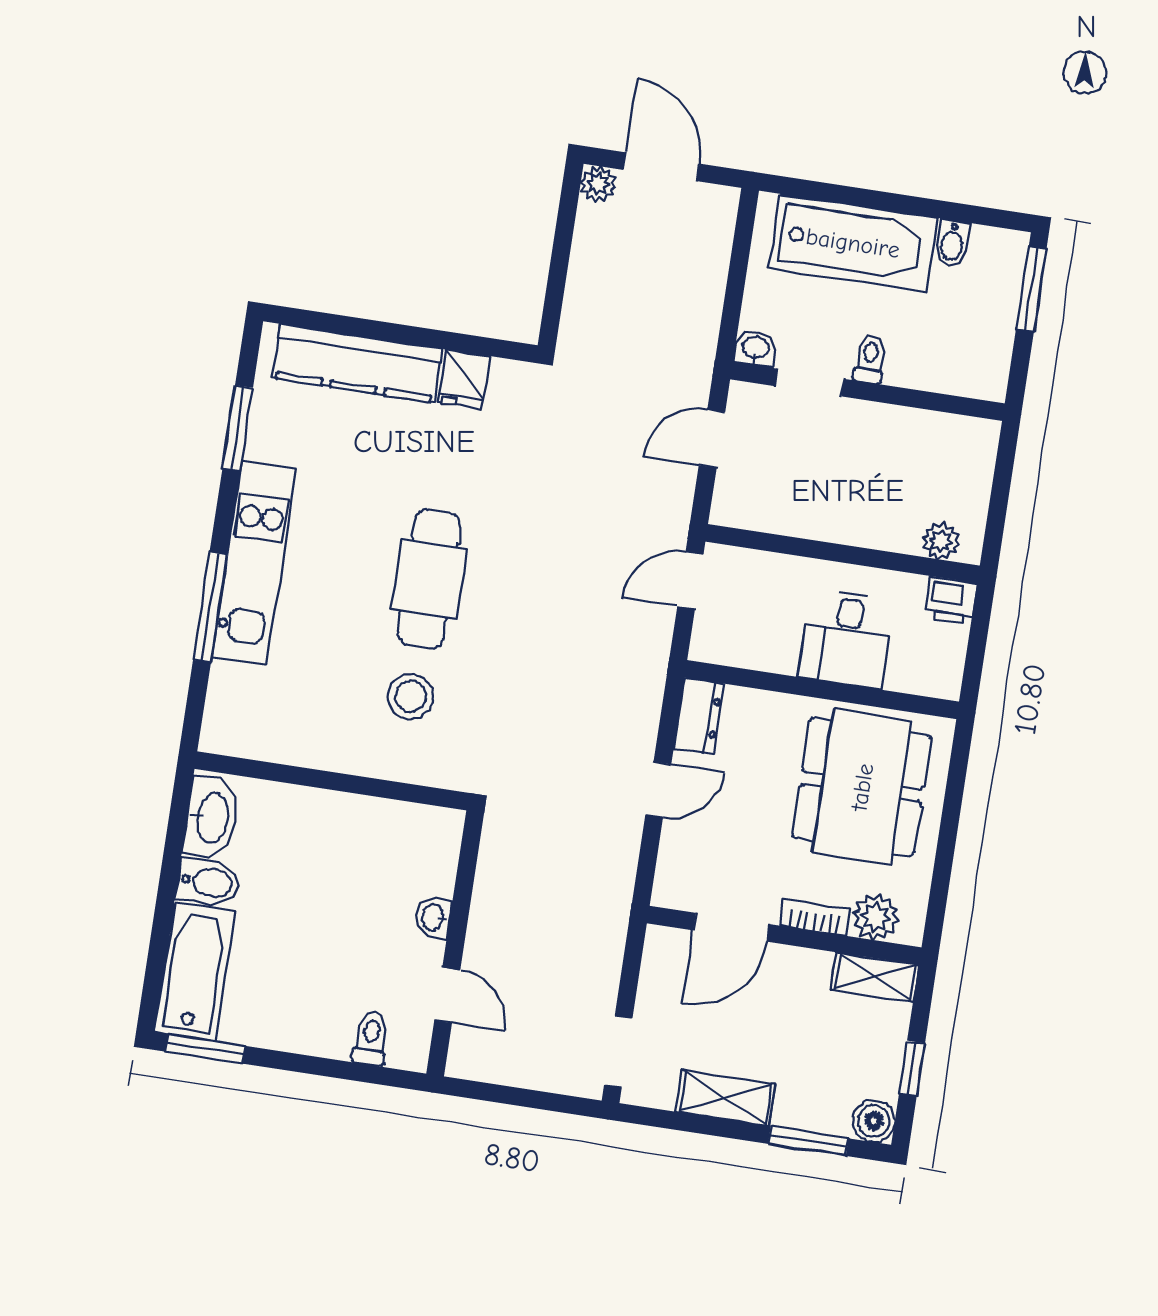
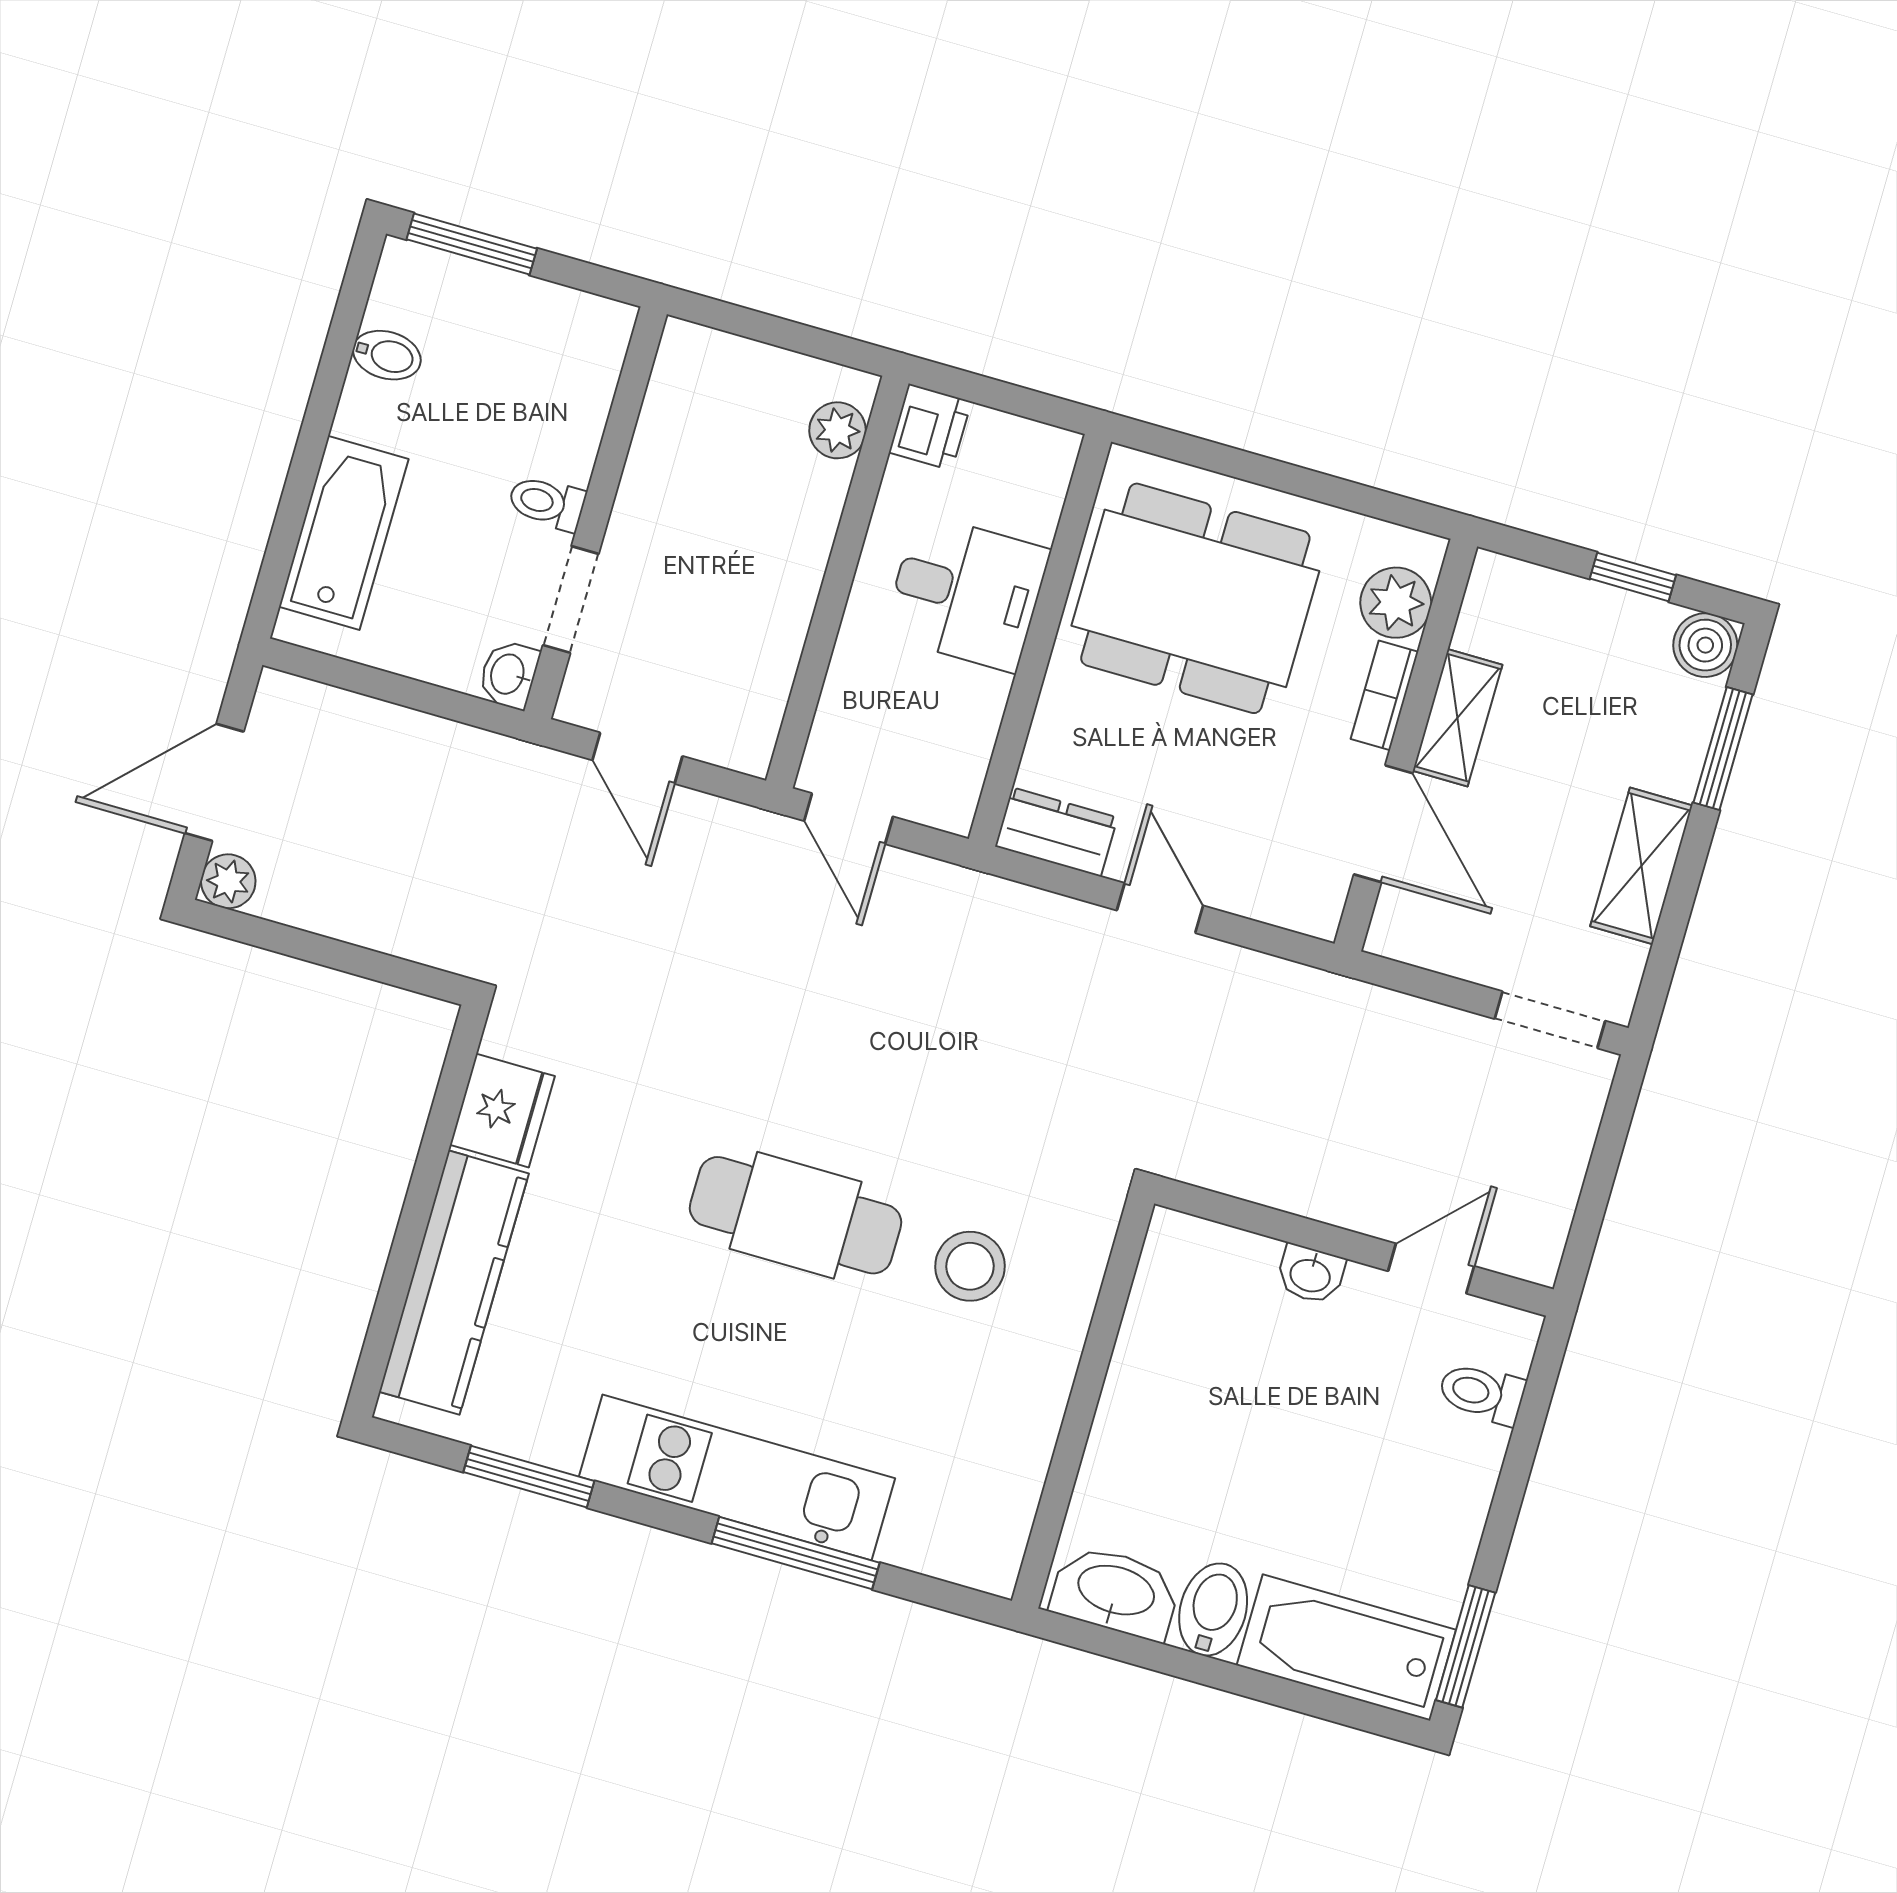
bathtub: (853, 243) -> (344, 533), width x0.73, depth x0.73
fridge: (464, 379) -> (502, 1110), width x1.38
shelving: (875, 977) -> (1458, 718), moved

